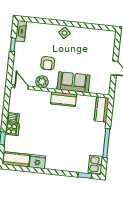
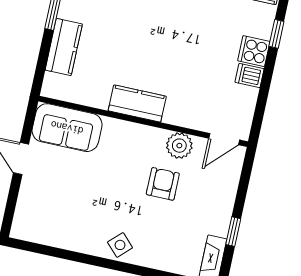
sofa: (73, 82) -> (67, 128), moved
door: (22, 87) -> (224, 139), hinge flipped
kitchen counter: (102, 109) -> (64, 47), moved

